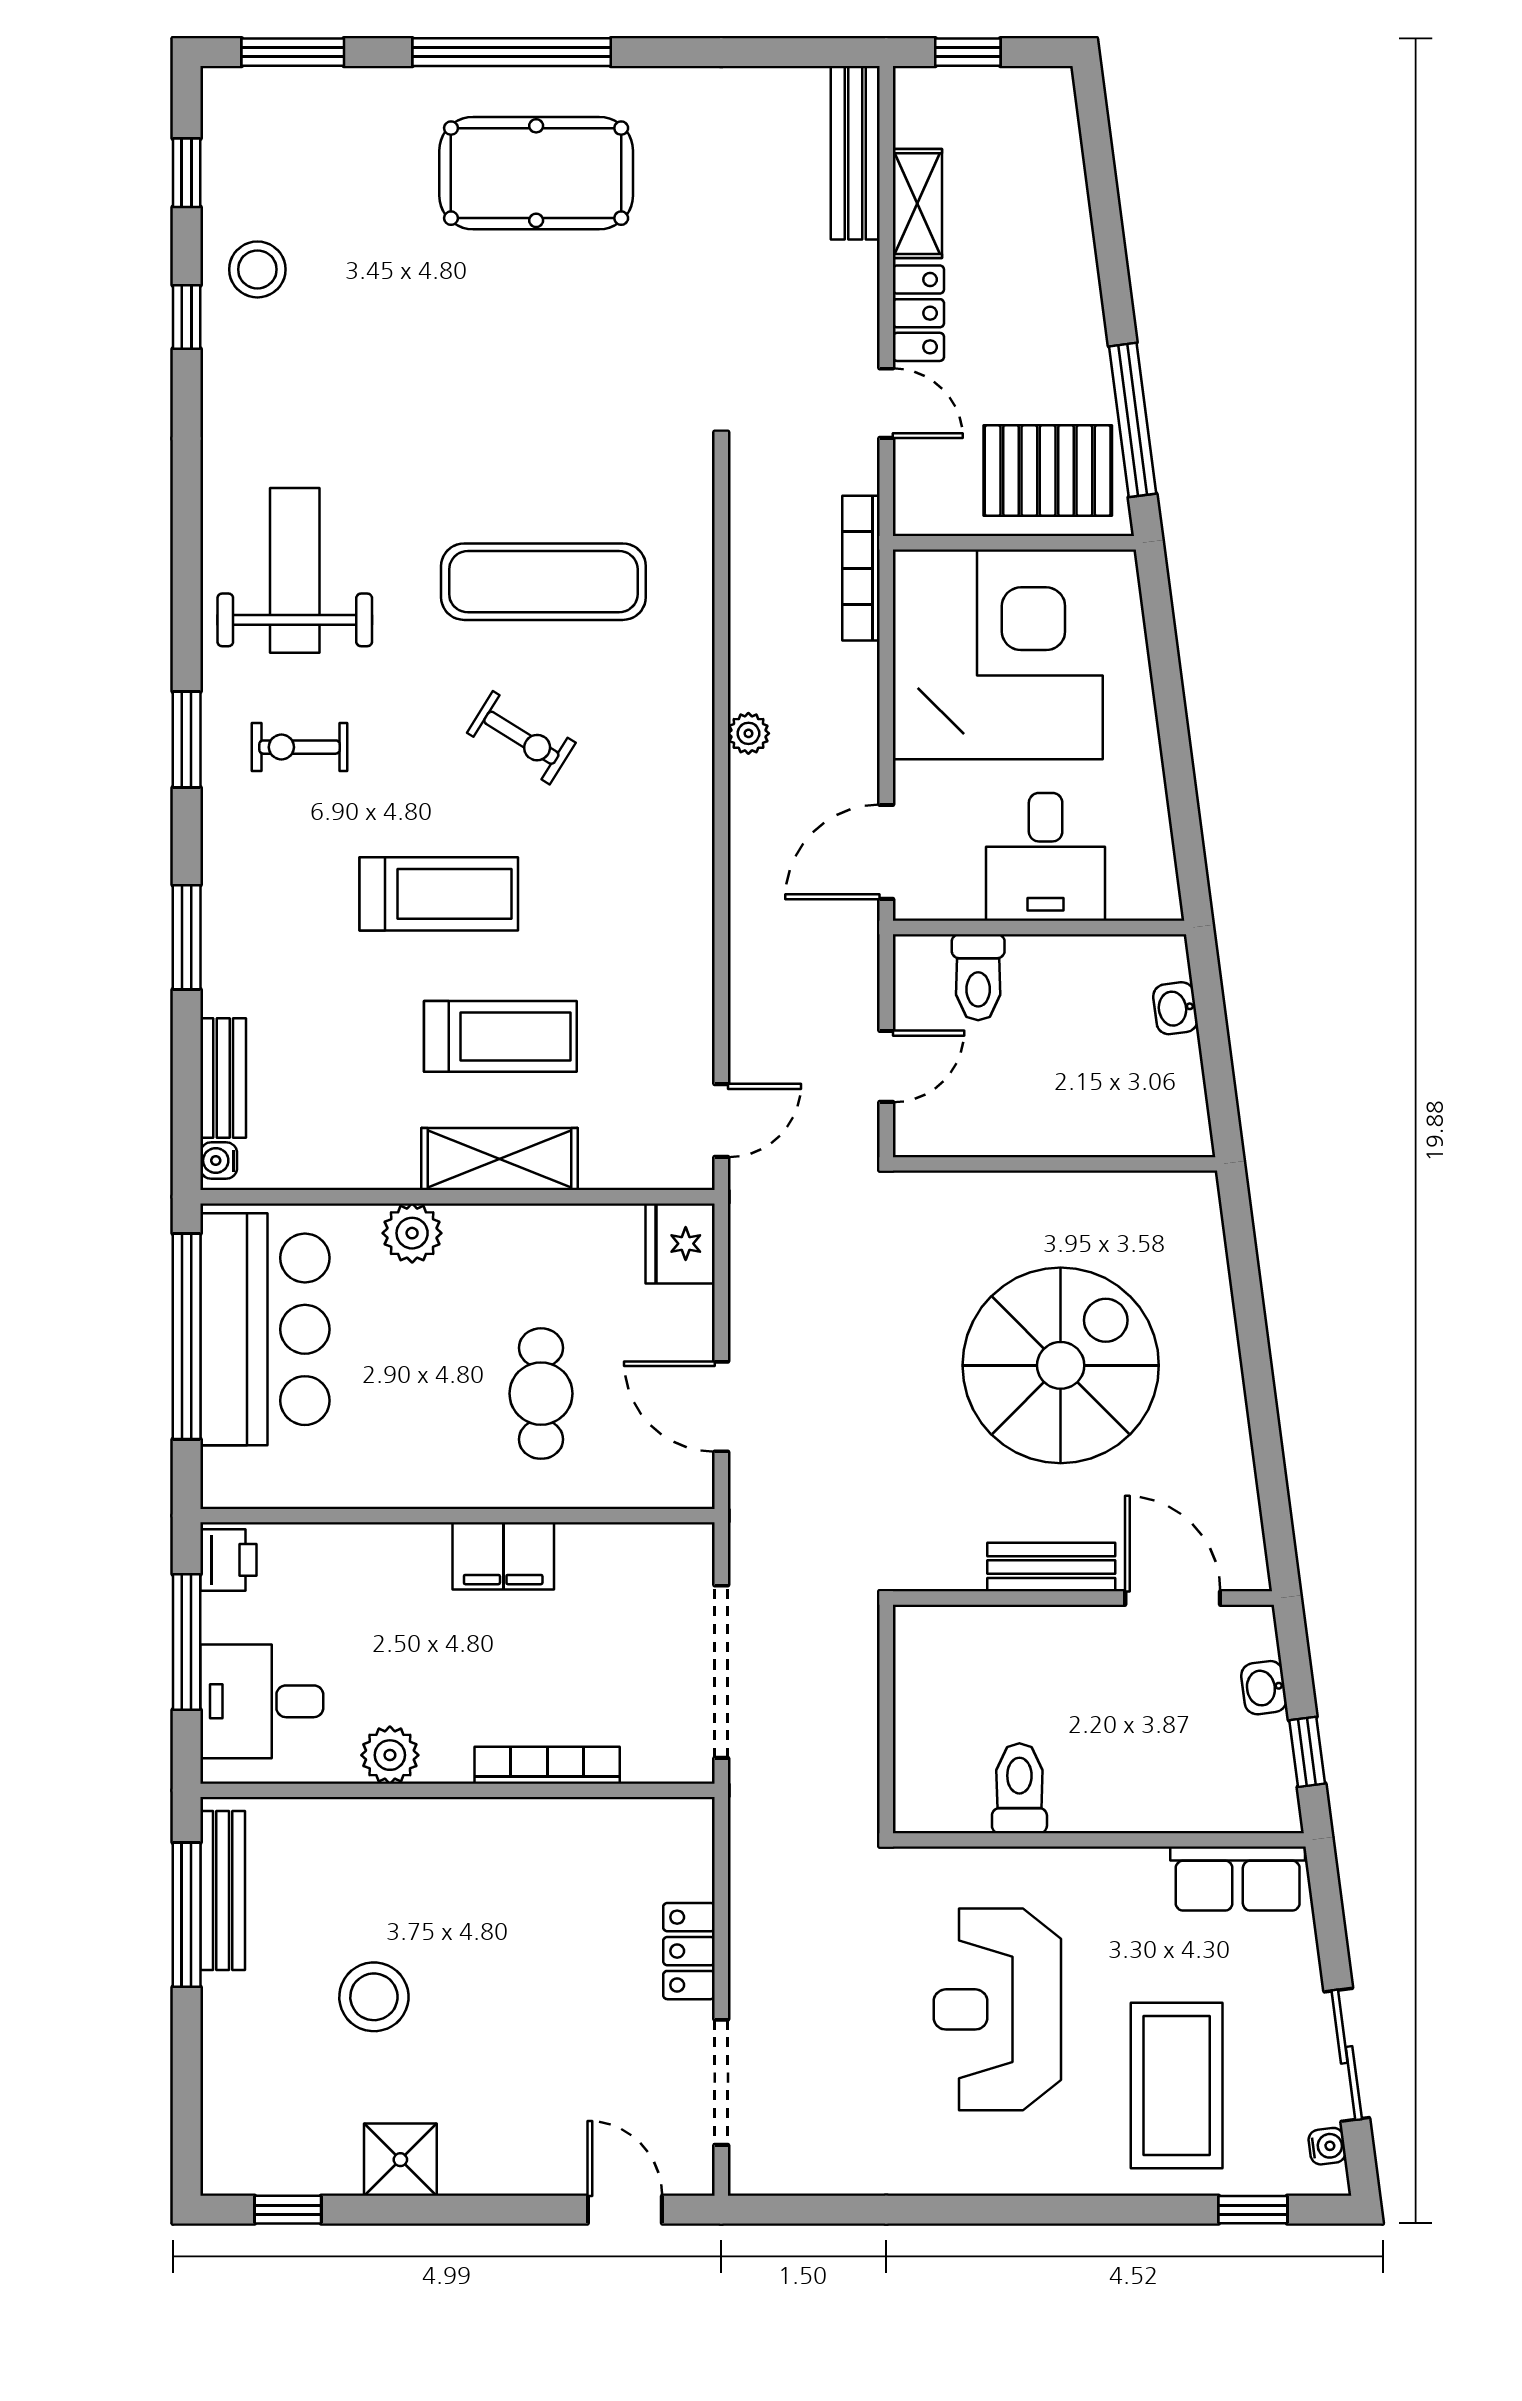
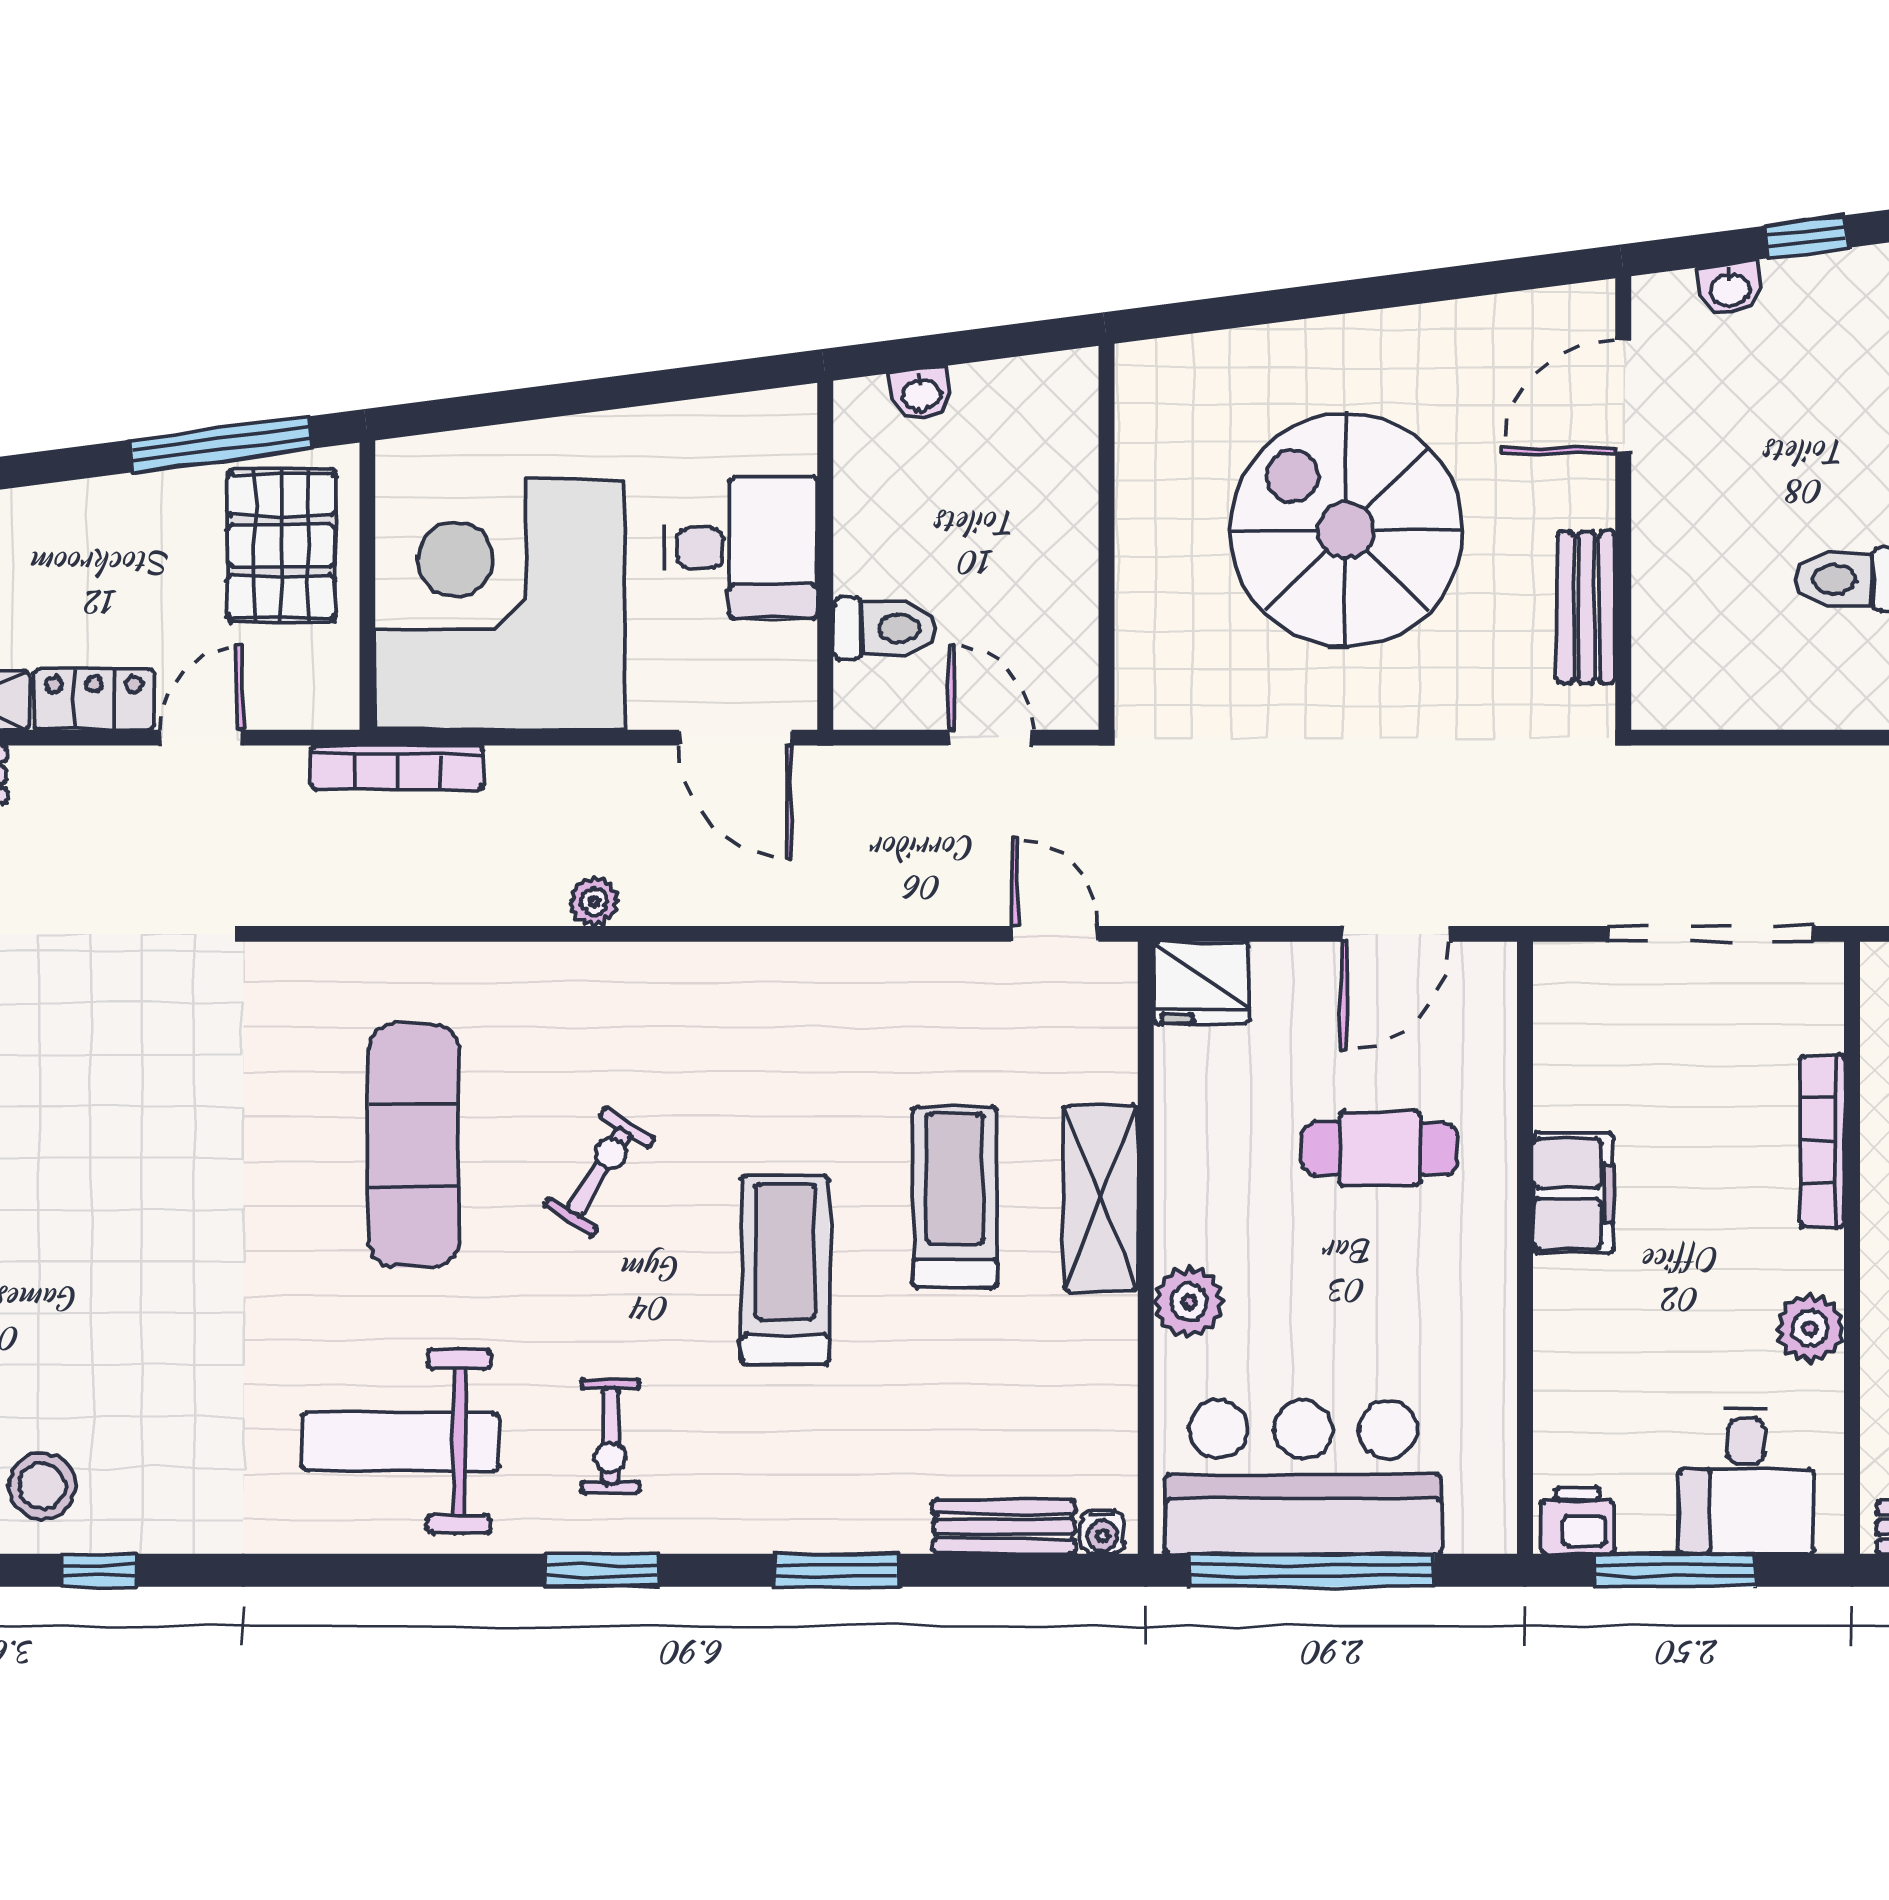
bench: (1051, 1567) -> (1586, 607), moved

